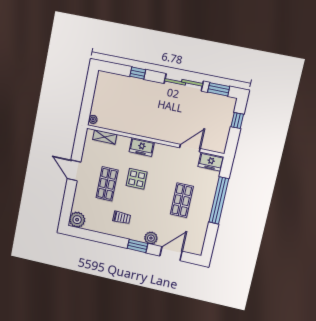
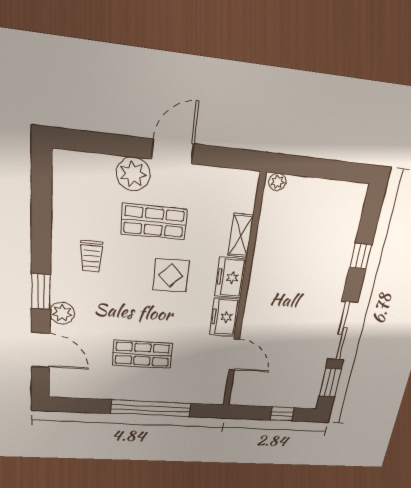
shelving: (105, 137) -> (241, 236), moved
freezer: (211, 162) -> (225, 317), moved
plant: (77, 220) -> (133, 174), moved

